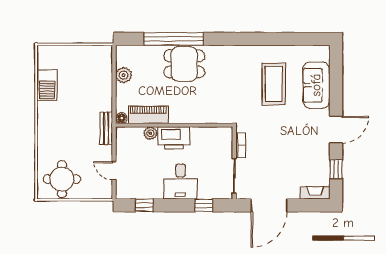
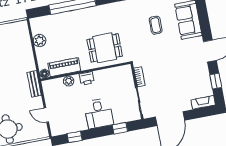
dining table: (184, 64) -> (105, 48), moved
coffee table: (274, 84) -> (156, 25), width x0.54, depth x0.58
printer: (174, 138) -> (87, 78), width x0.53, depth x0.68

